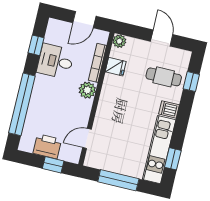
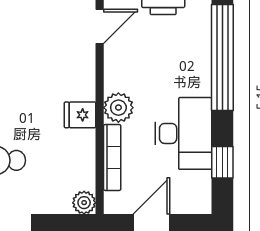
desk: (55, 61) -> (183, 133), width x1.37
fridge: (116, 67) -> (80, 115), moved

